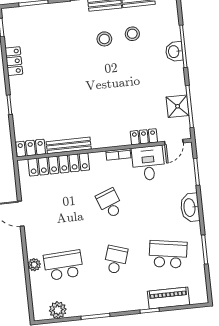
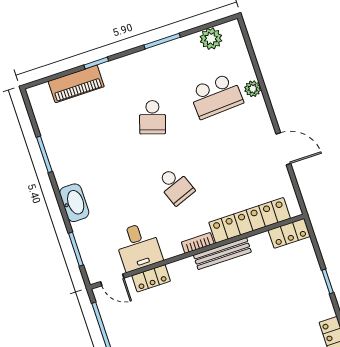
shower: (178, 106) -> (117, 326), removed
door: (174, 142) -> (112, 280), swing flipped
bench: (69, 145) -> (222, 254), moved
bookcase: (118, 154) -> (198, 243), moved
school desk: (168, 254) -> (89, 138), removed

